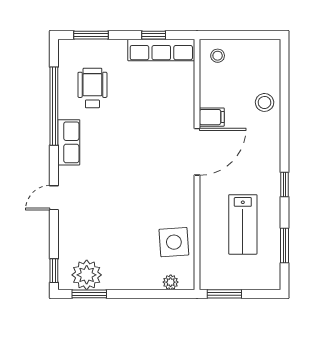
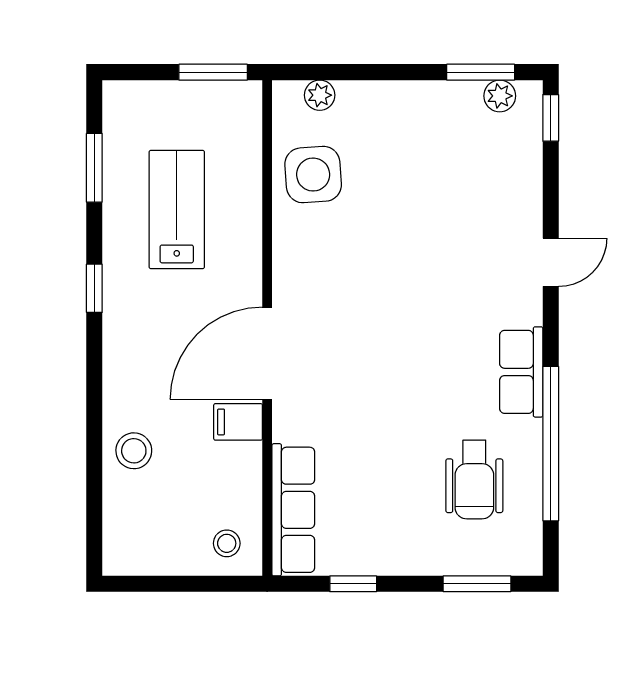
row of seats: (161, 50) -> (293, 510), moved, turned 90
plant: (87, 275) -> (500, 96), width x0.53, depth x0.53

